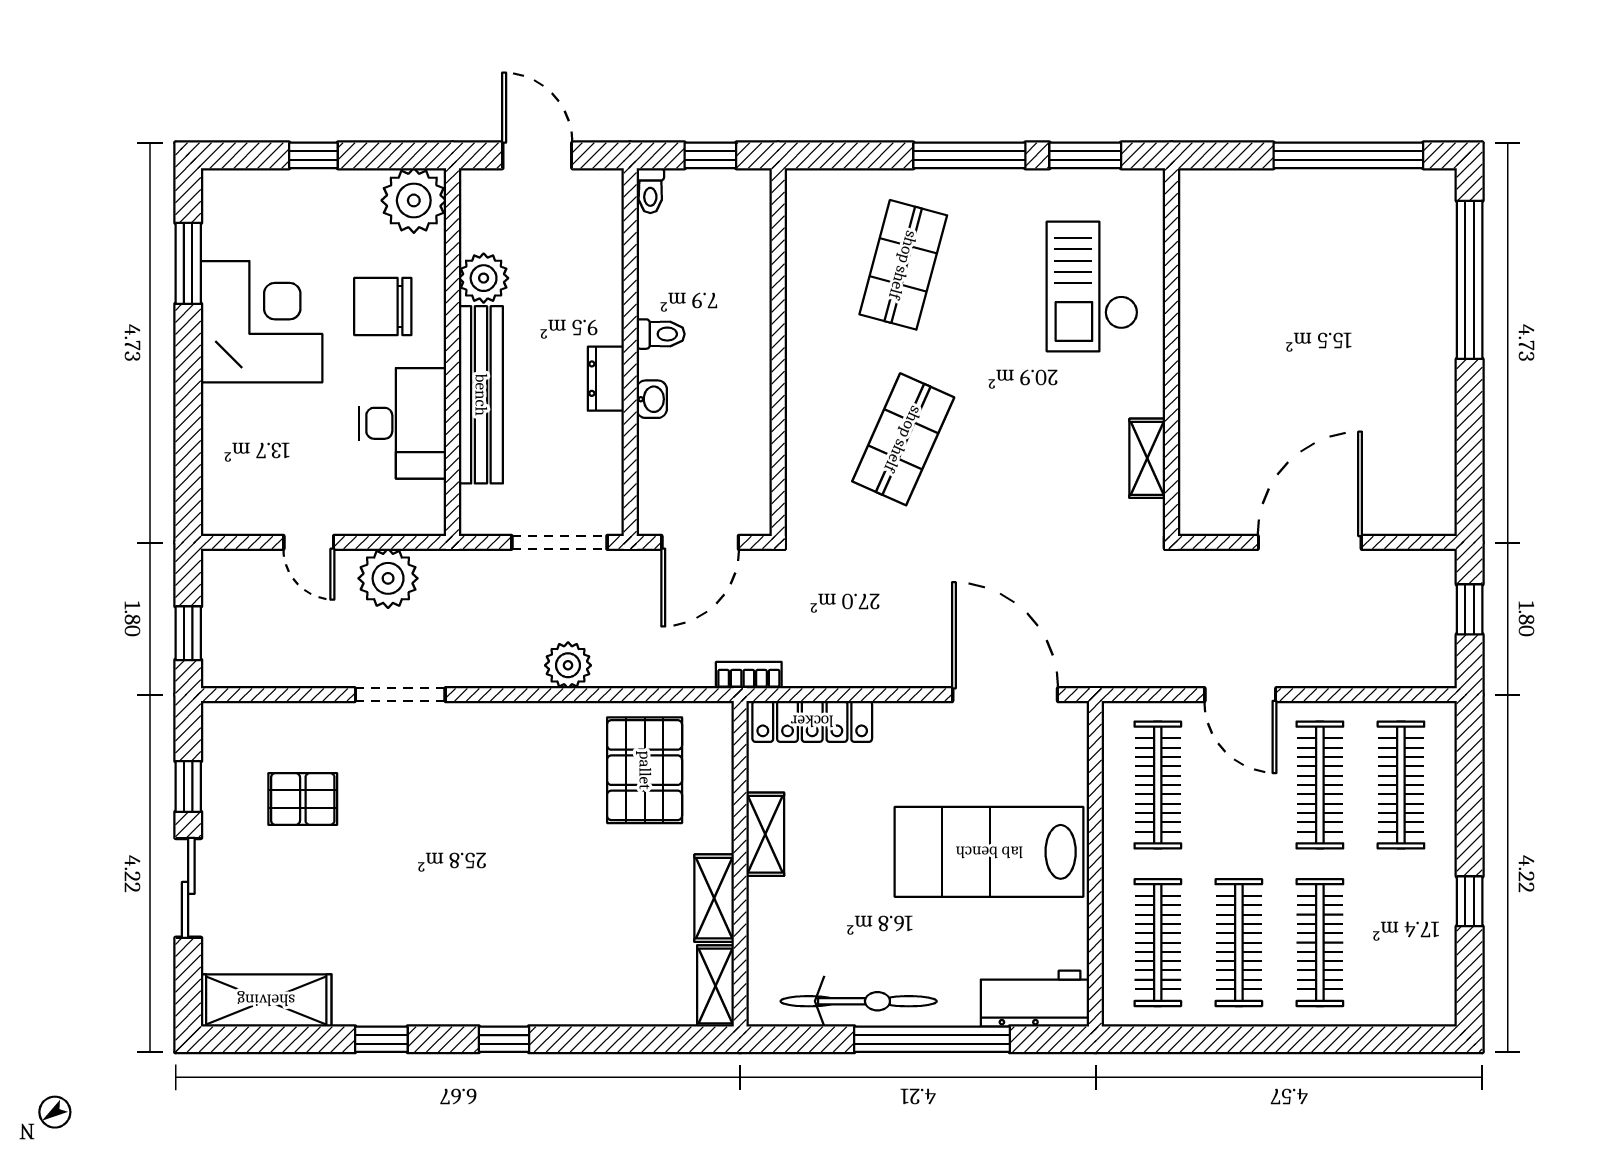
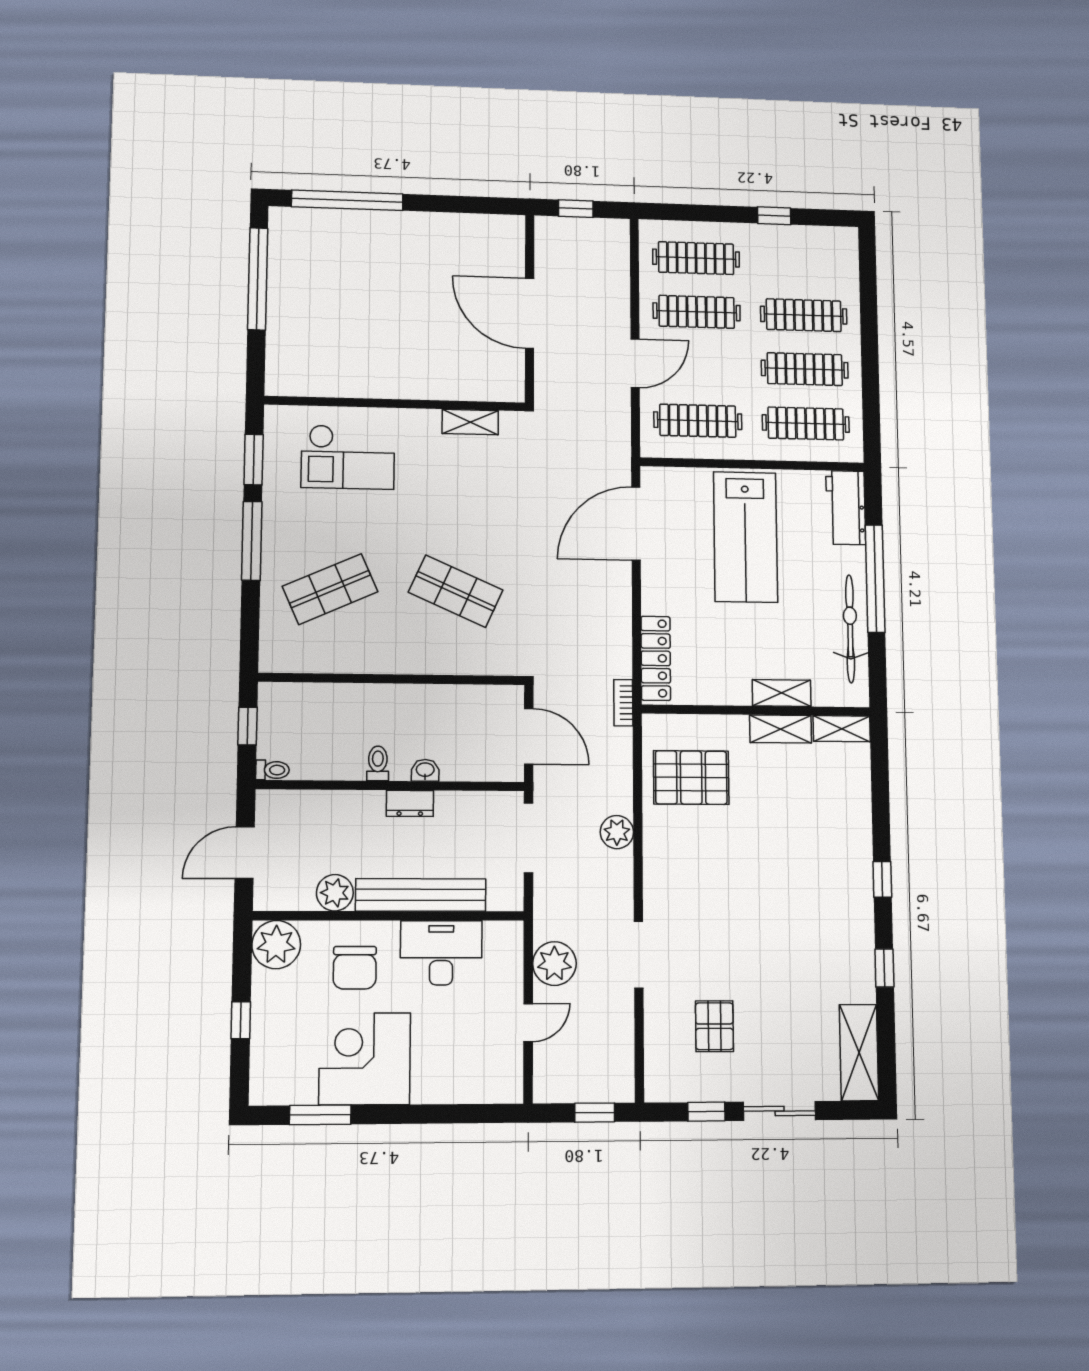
shop shelf: (903, 265) -> (330, 589), turned -39
shelving: (765, 834) -> (782, 693), moved

